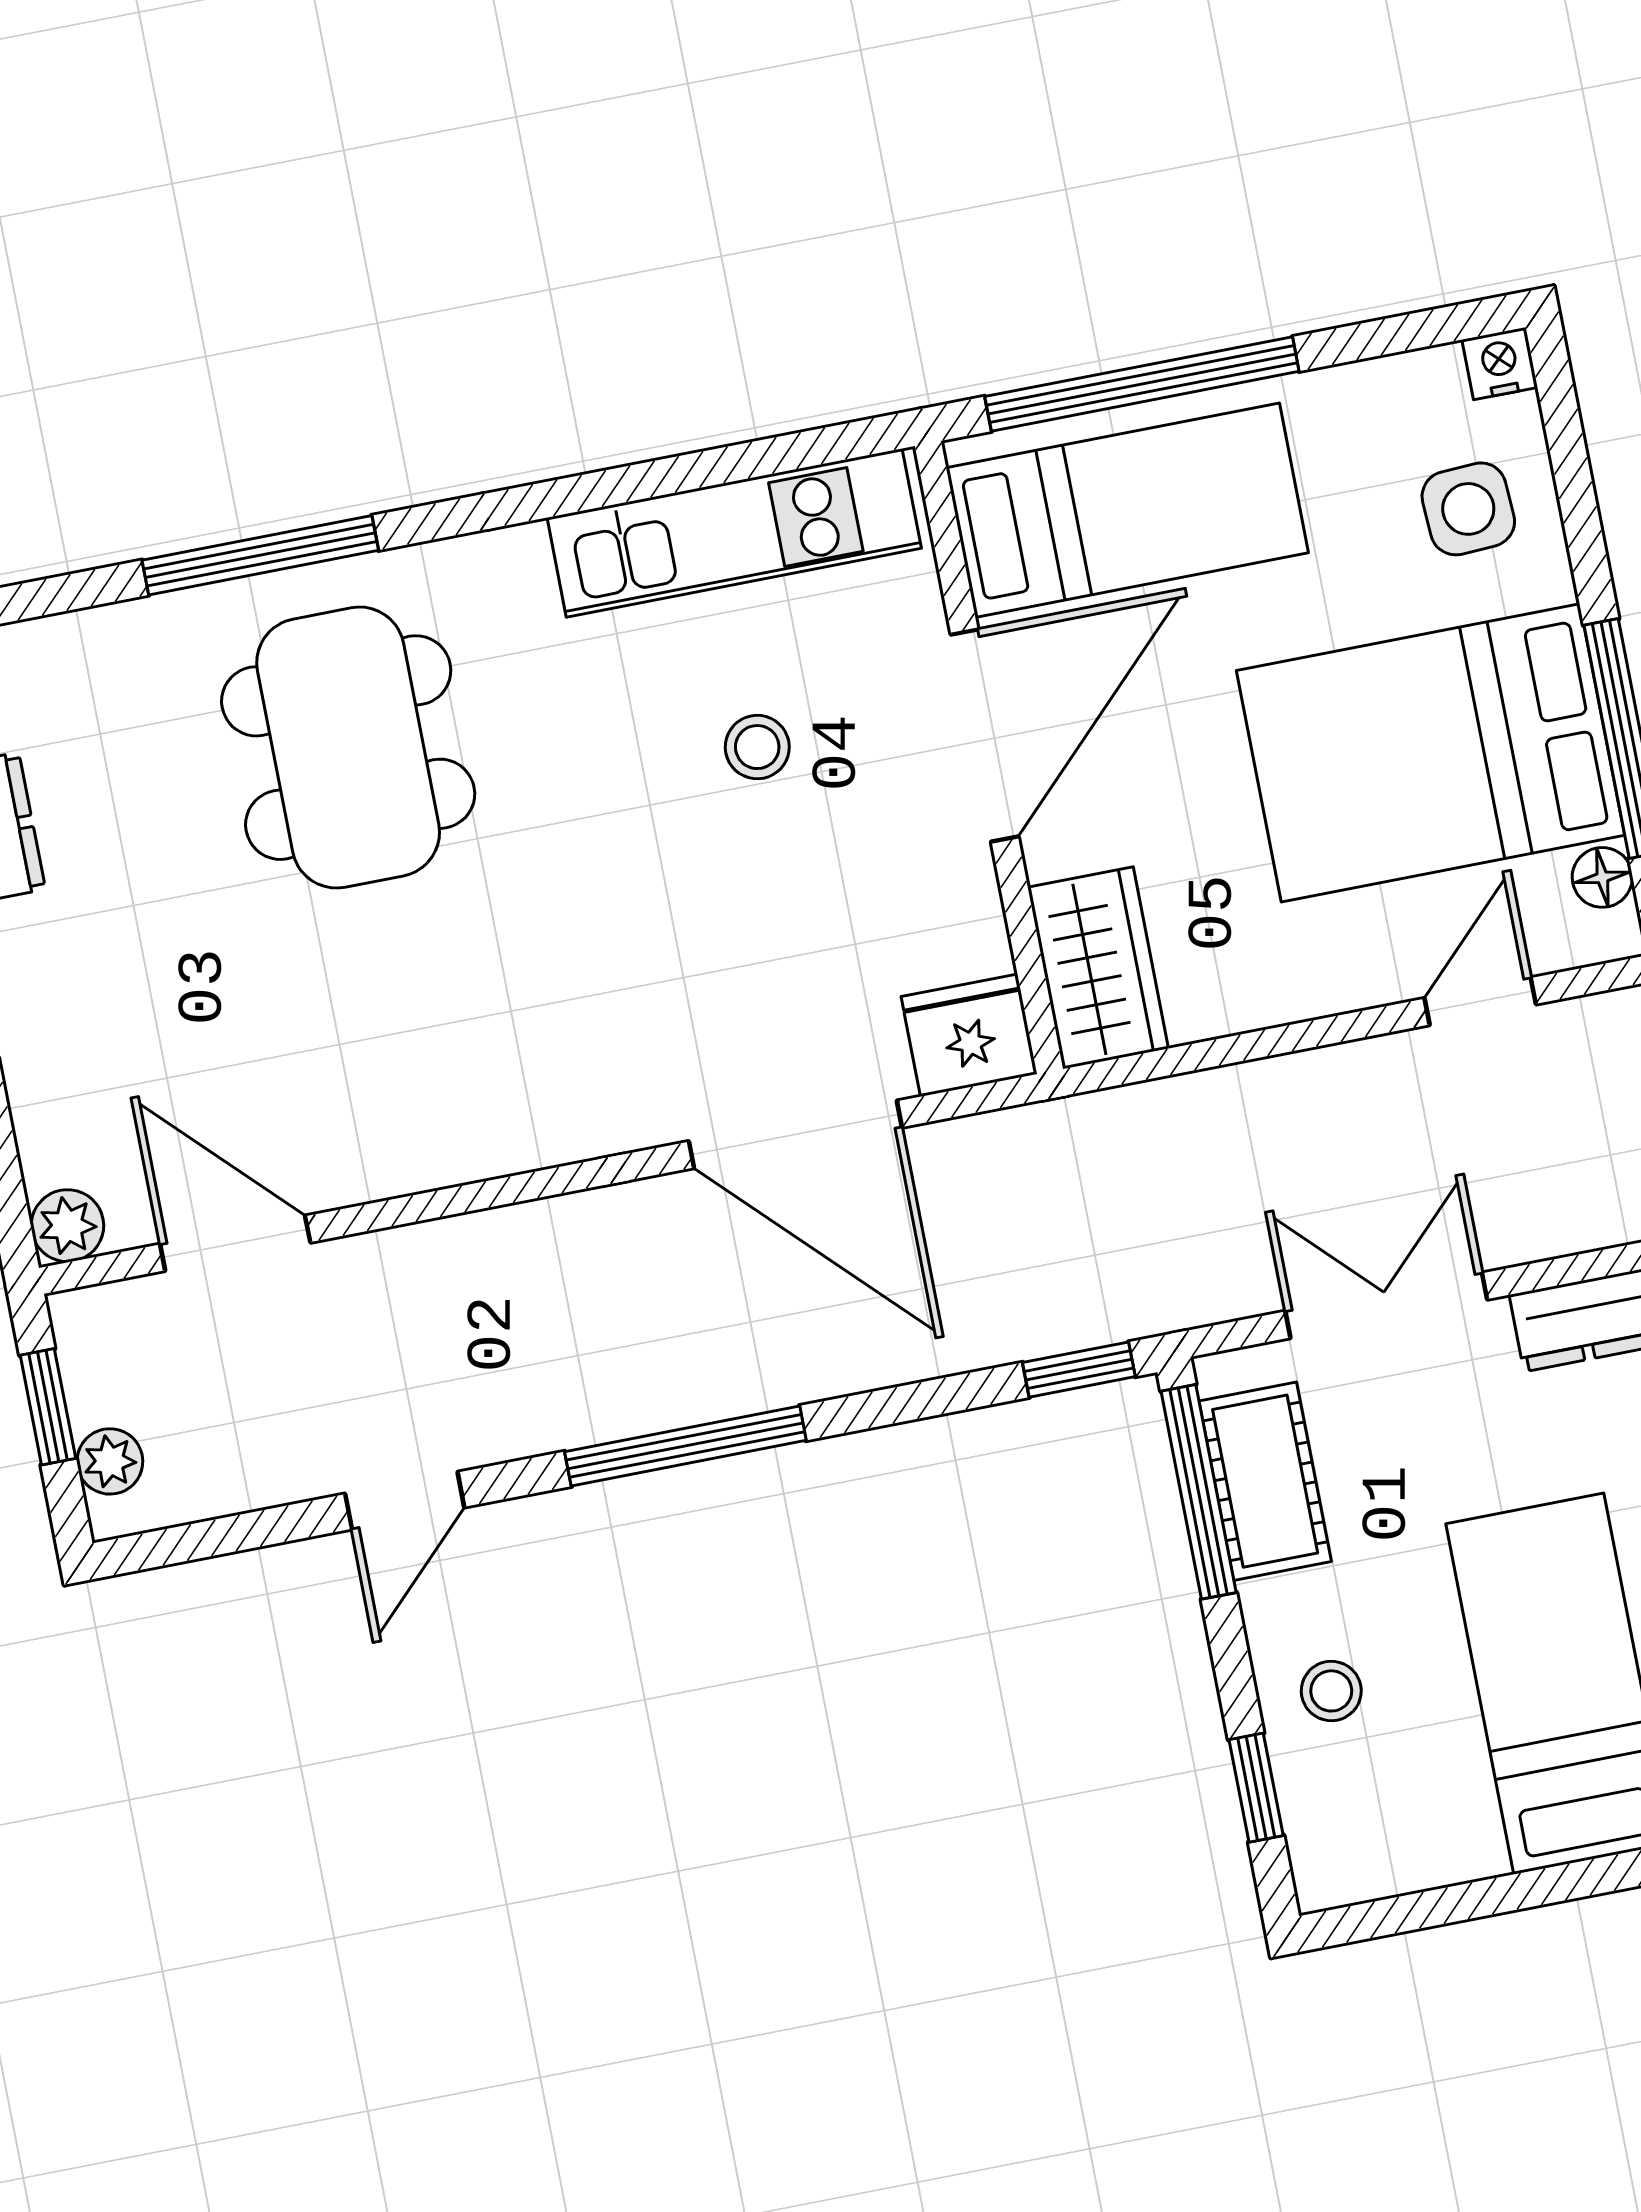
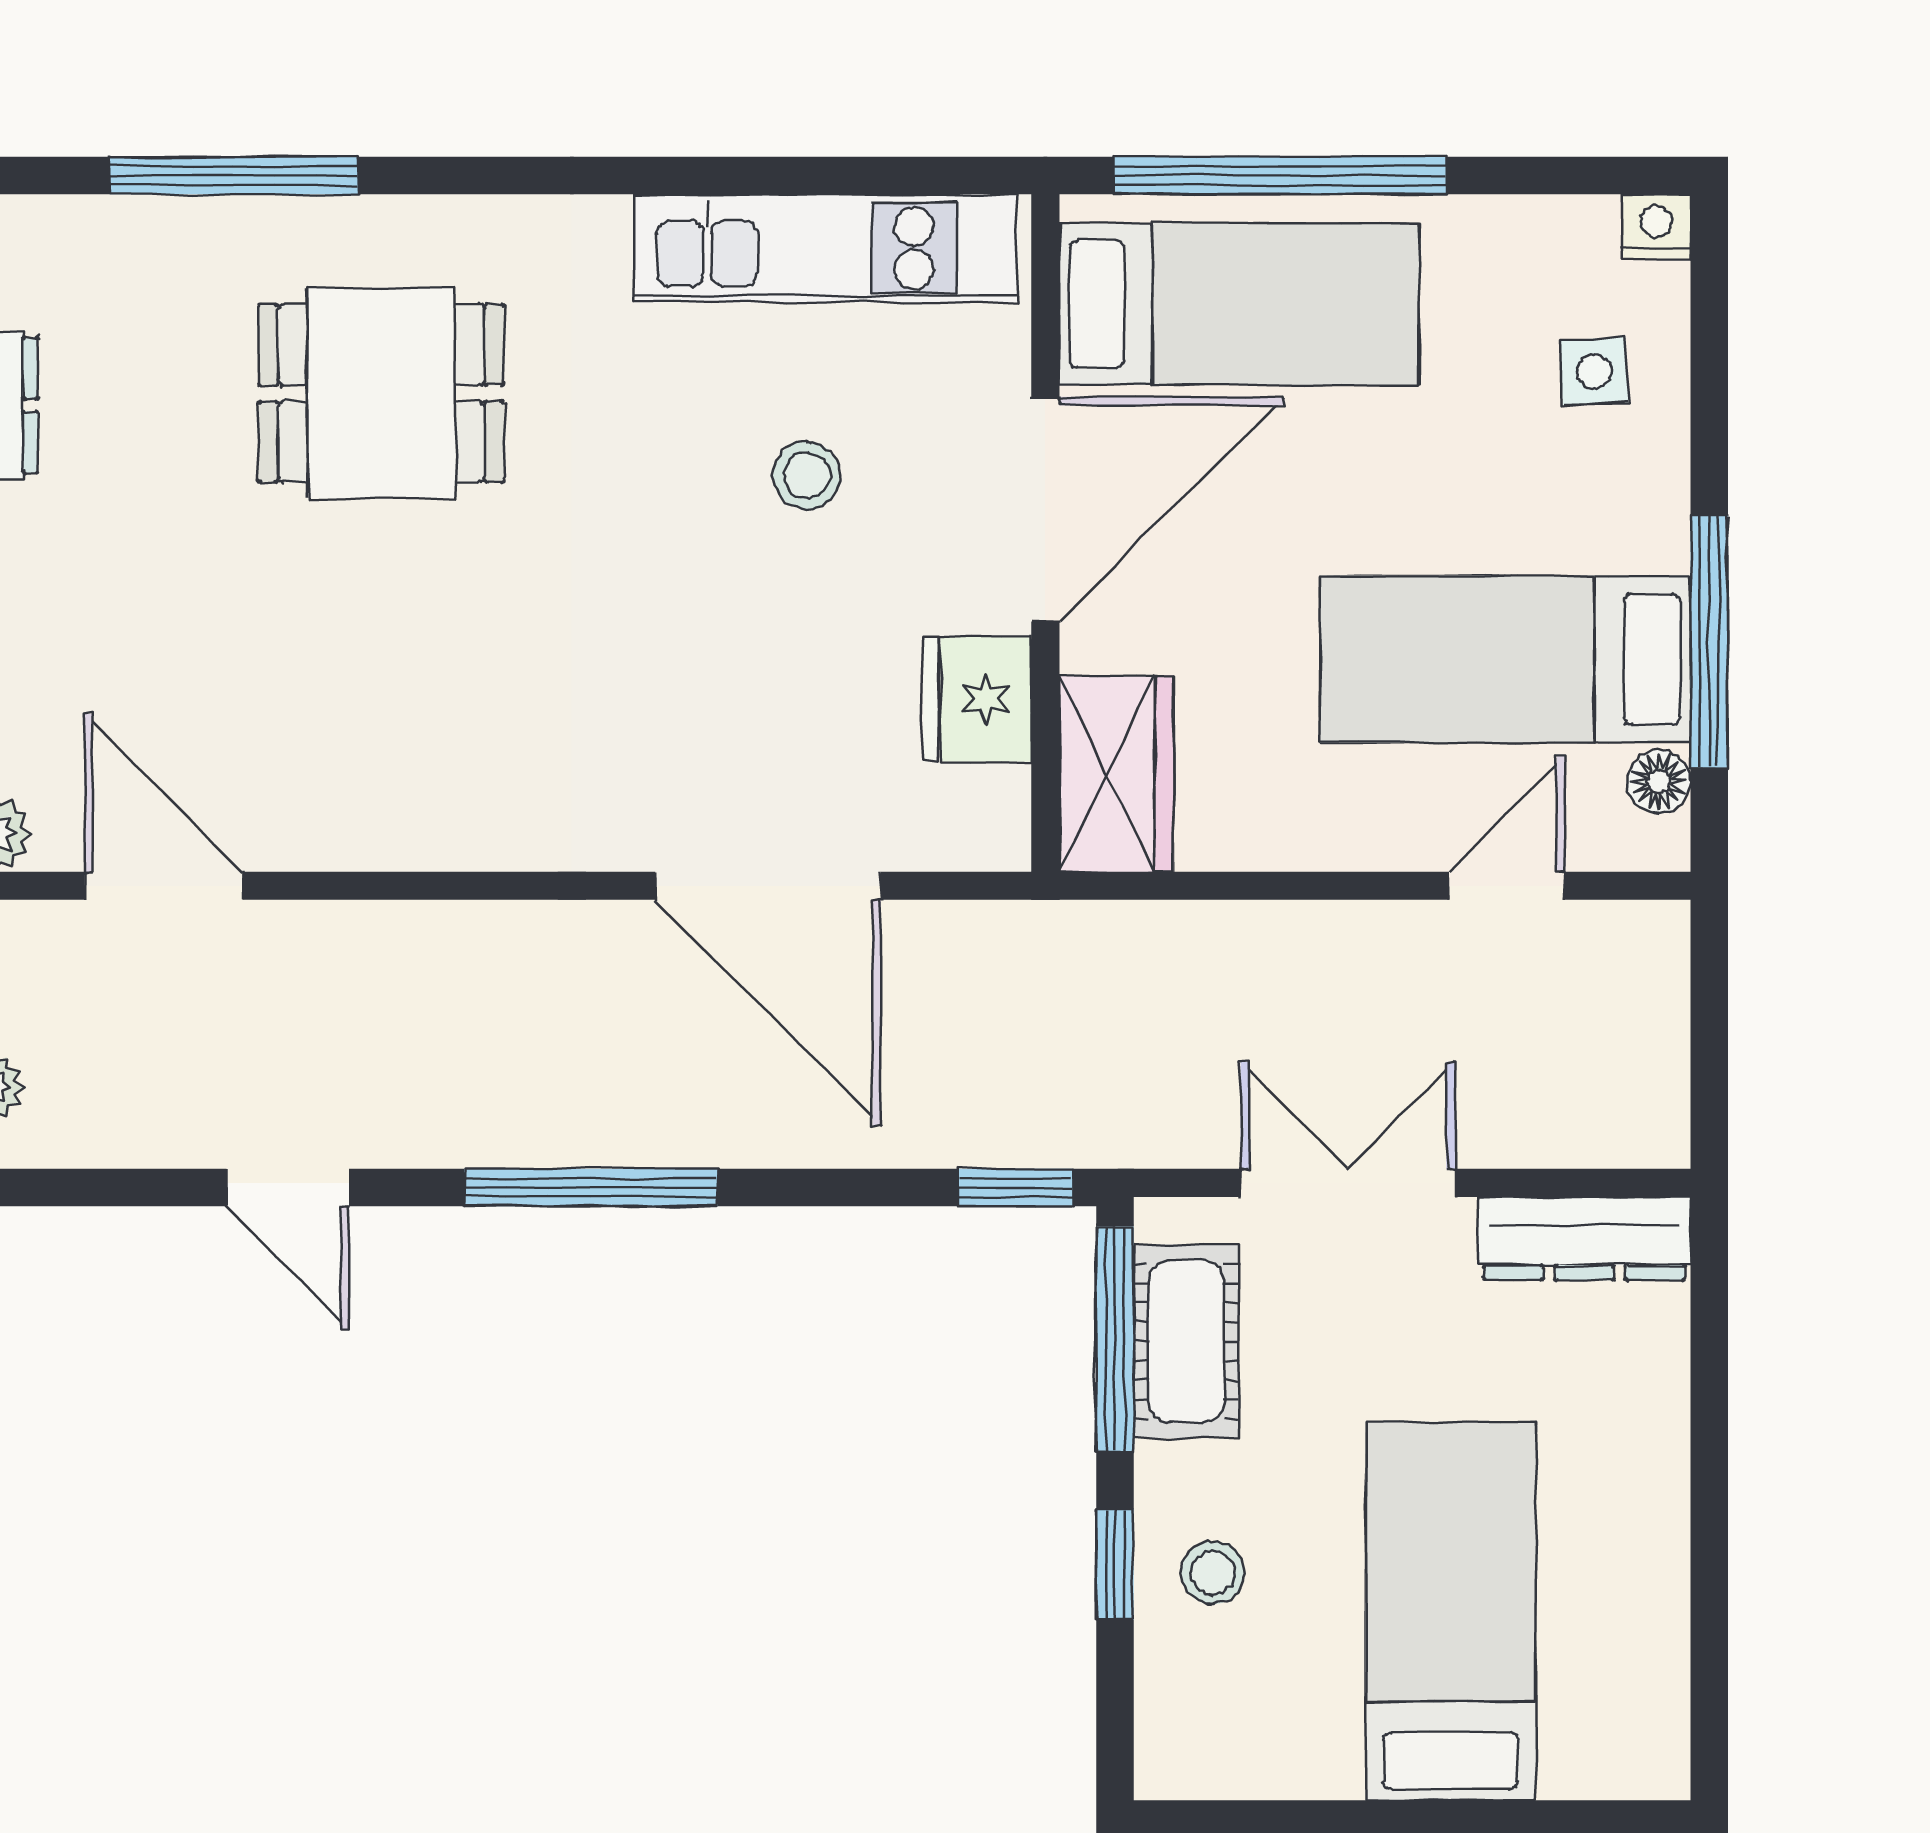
side table: (1468, 509) -> (1594, 371), width x0.73, depth x0.73
window: (260, 555) -> (234, 176), moved
dining table: (348, 748) -> (381, 393), width x0.73
bed: (1431, 753) -> (1505, 659), width x0.67
fridge: (969, 1035) -> (977, 699), moved, turned -90
door: (405, 1501) -> (288, 1188), hinge flipped
window: (1256, 1788) -> (1115, 1564), moved

